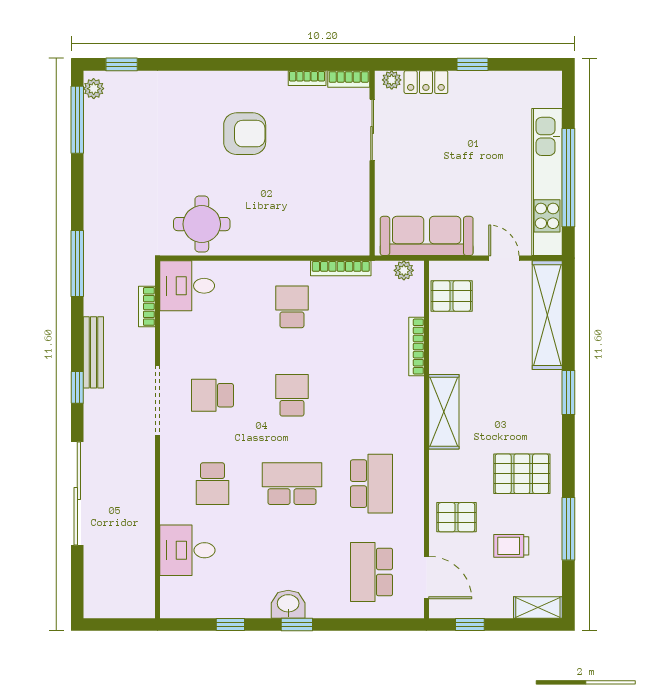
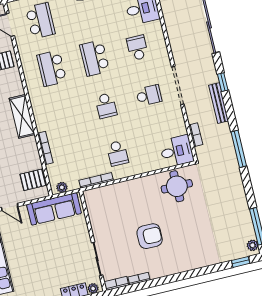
armchair: (245, 134) -> (150, 236), moved, turned 180
school desk: (292, 484) -> (95, 58), turned 90

